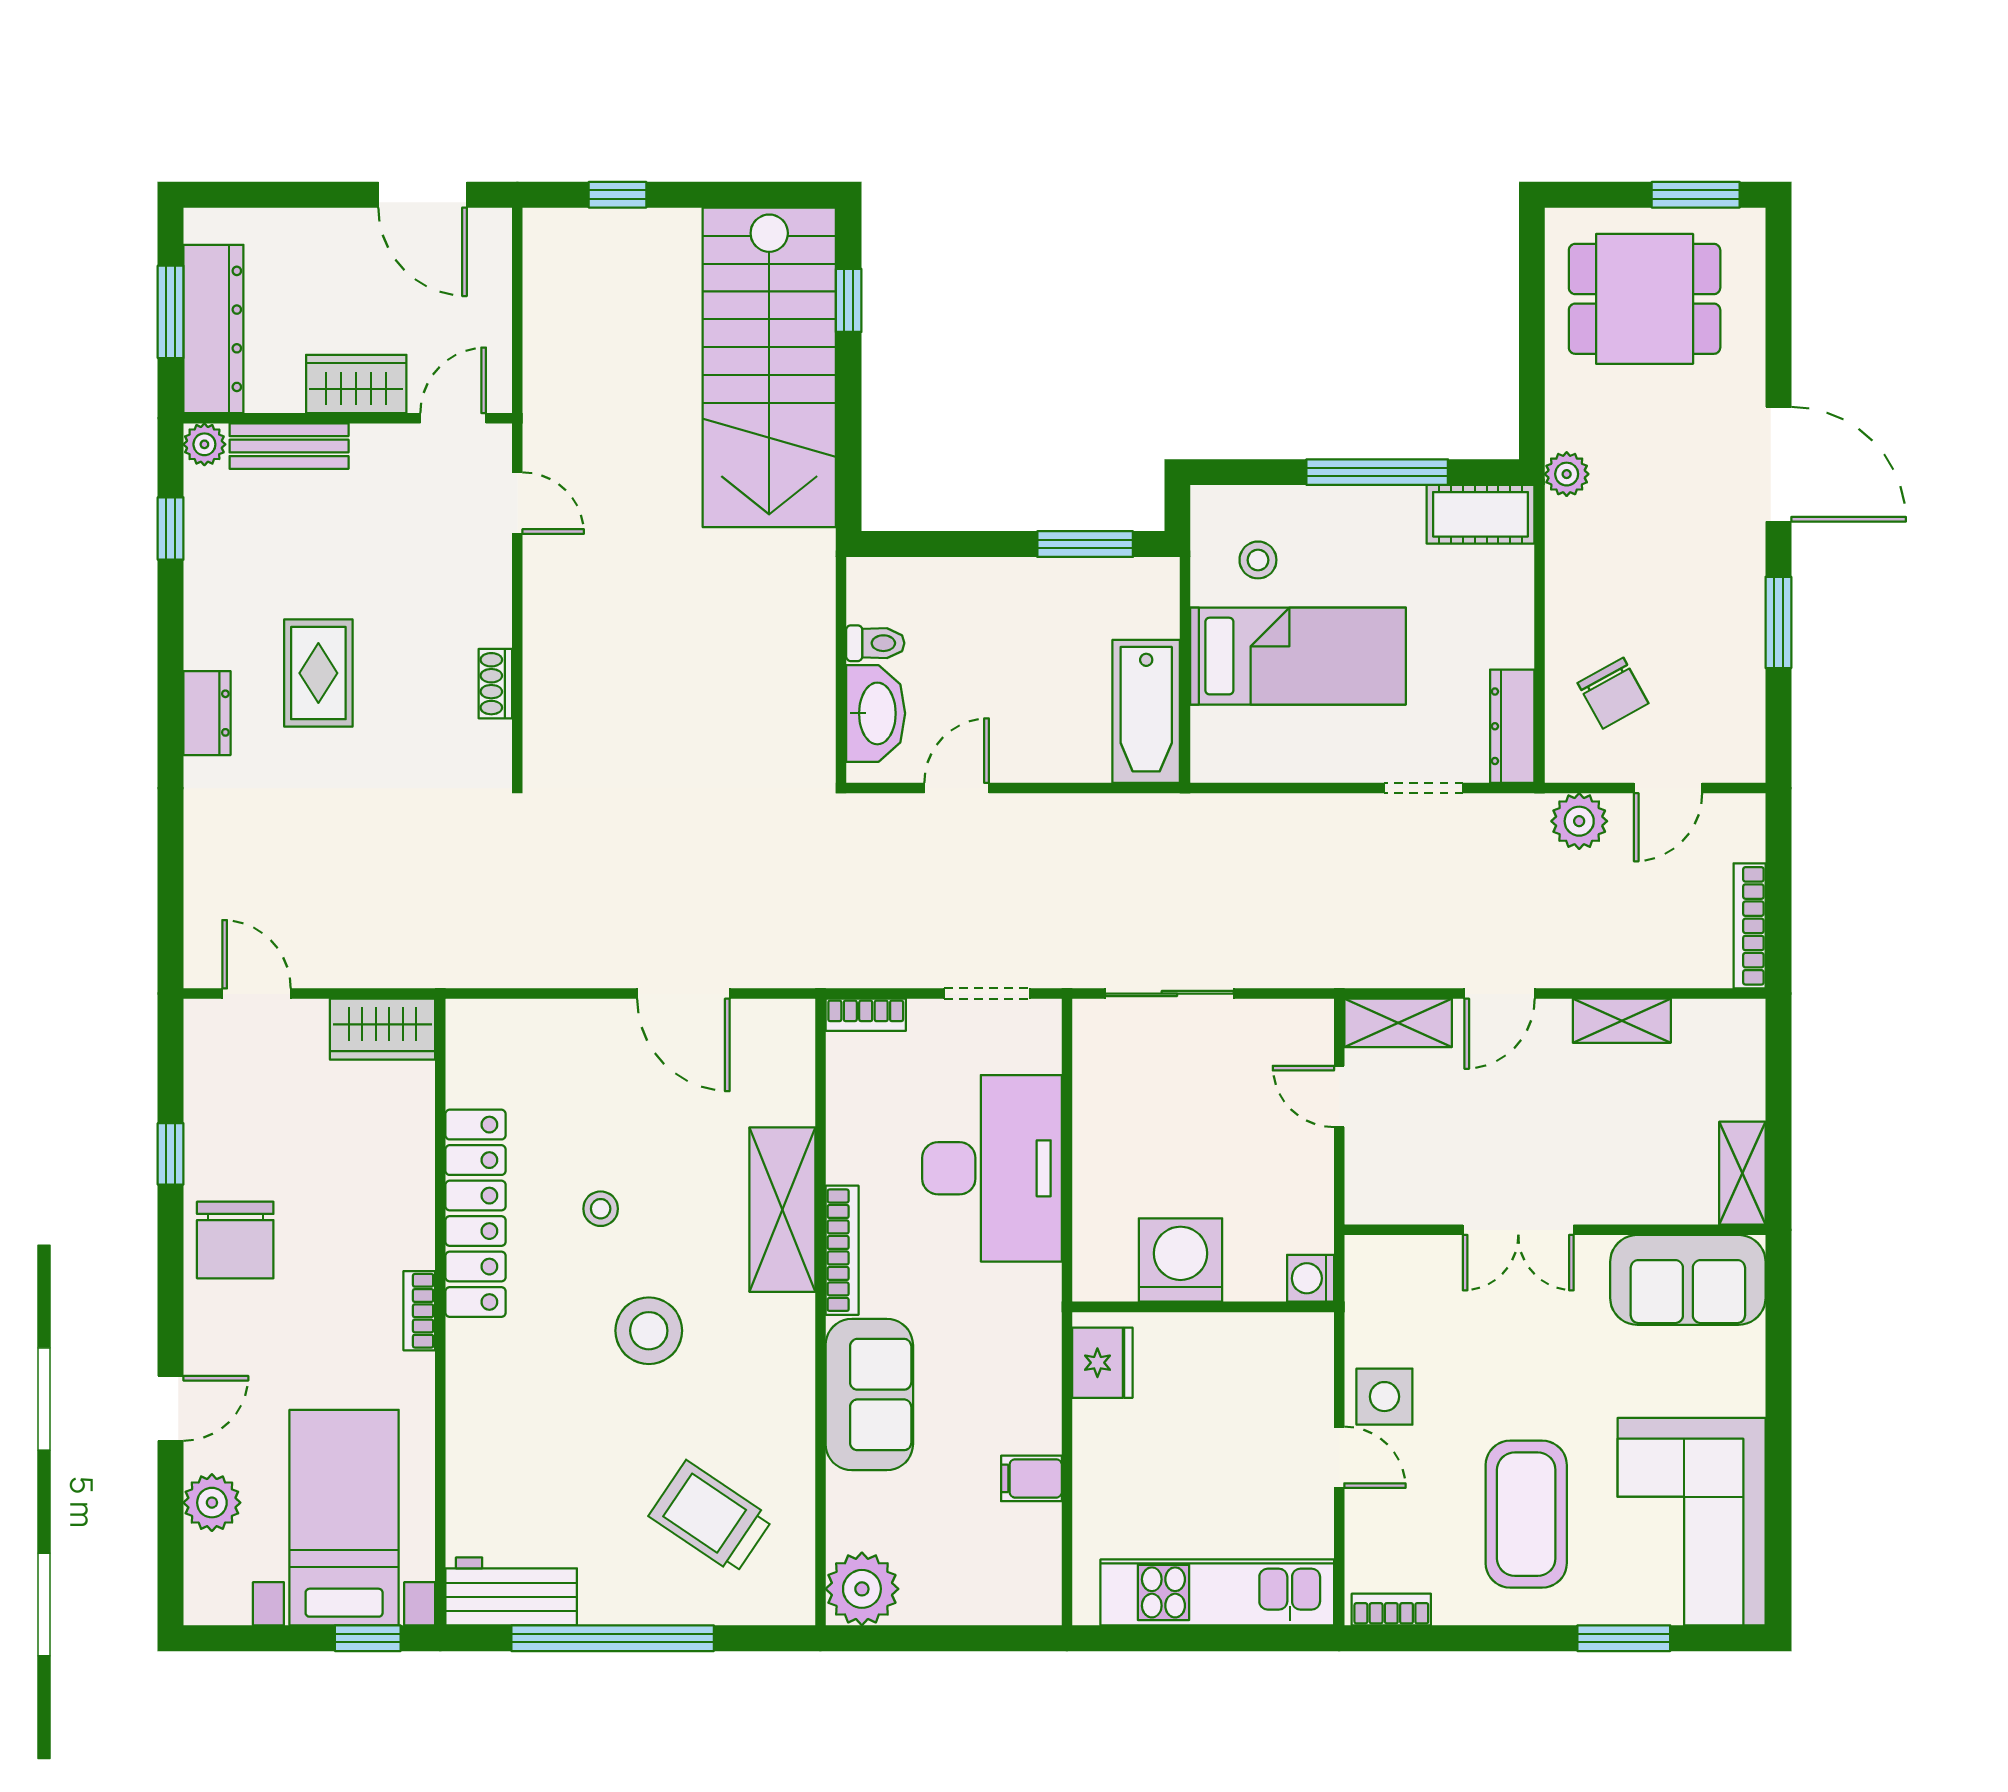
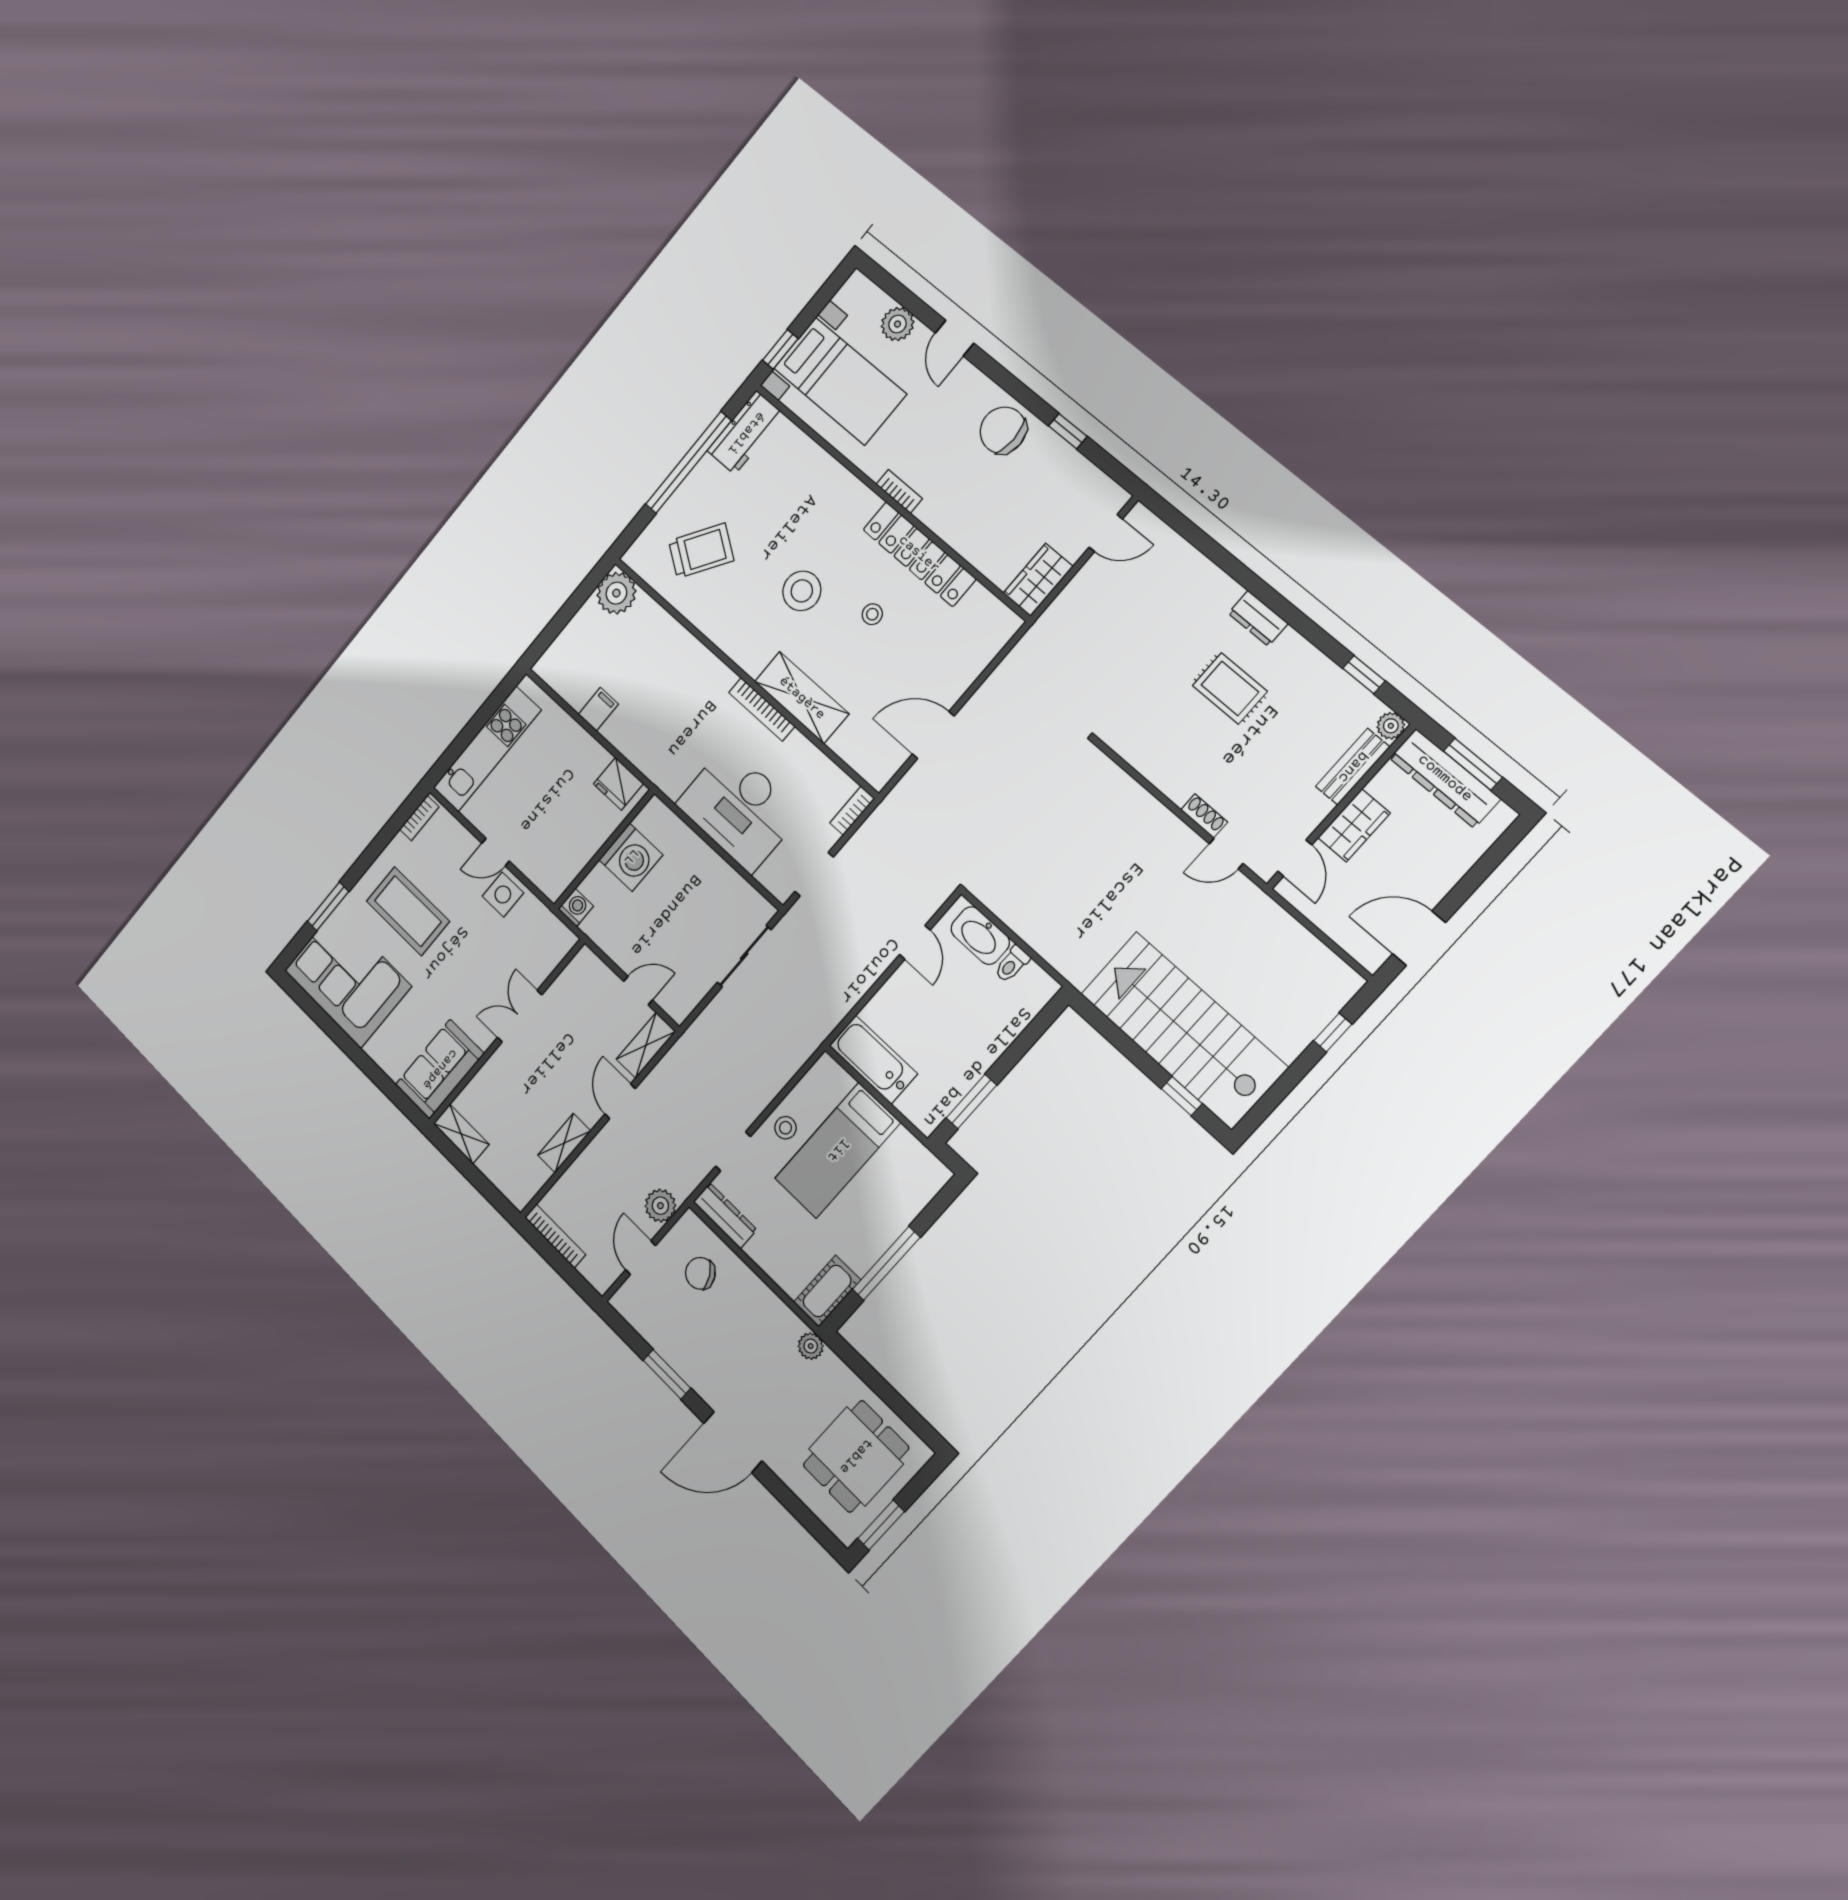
stool: (1258, 560) -> (785, 1128), moved
shoe rack: (495, 684) -> (1204, 816), moved
sofa: (869, 1395) -> (692, 668), removed

